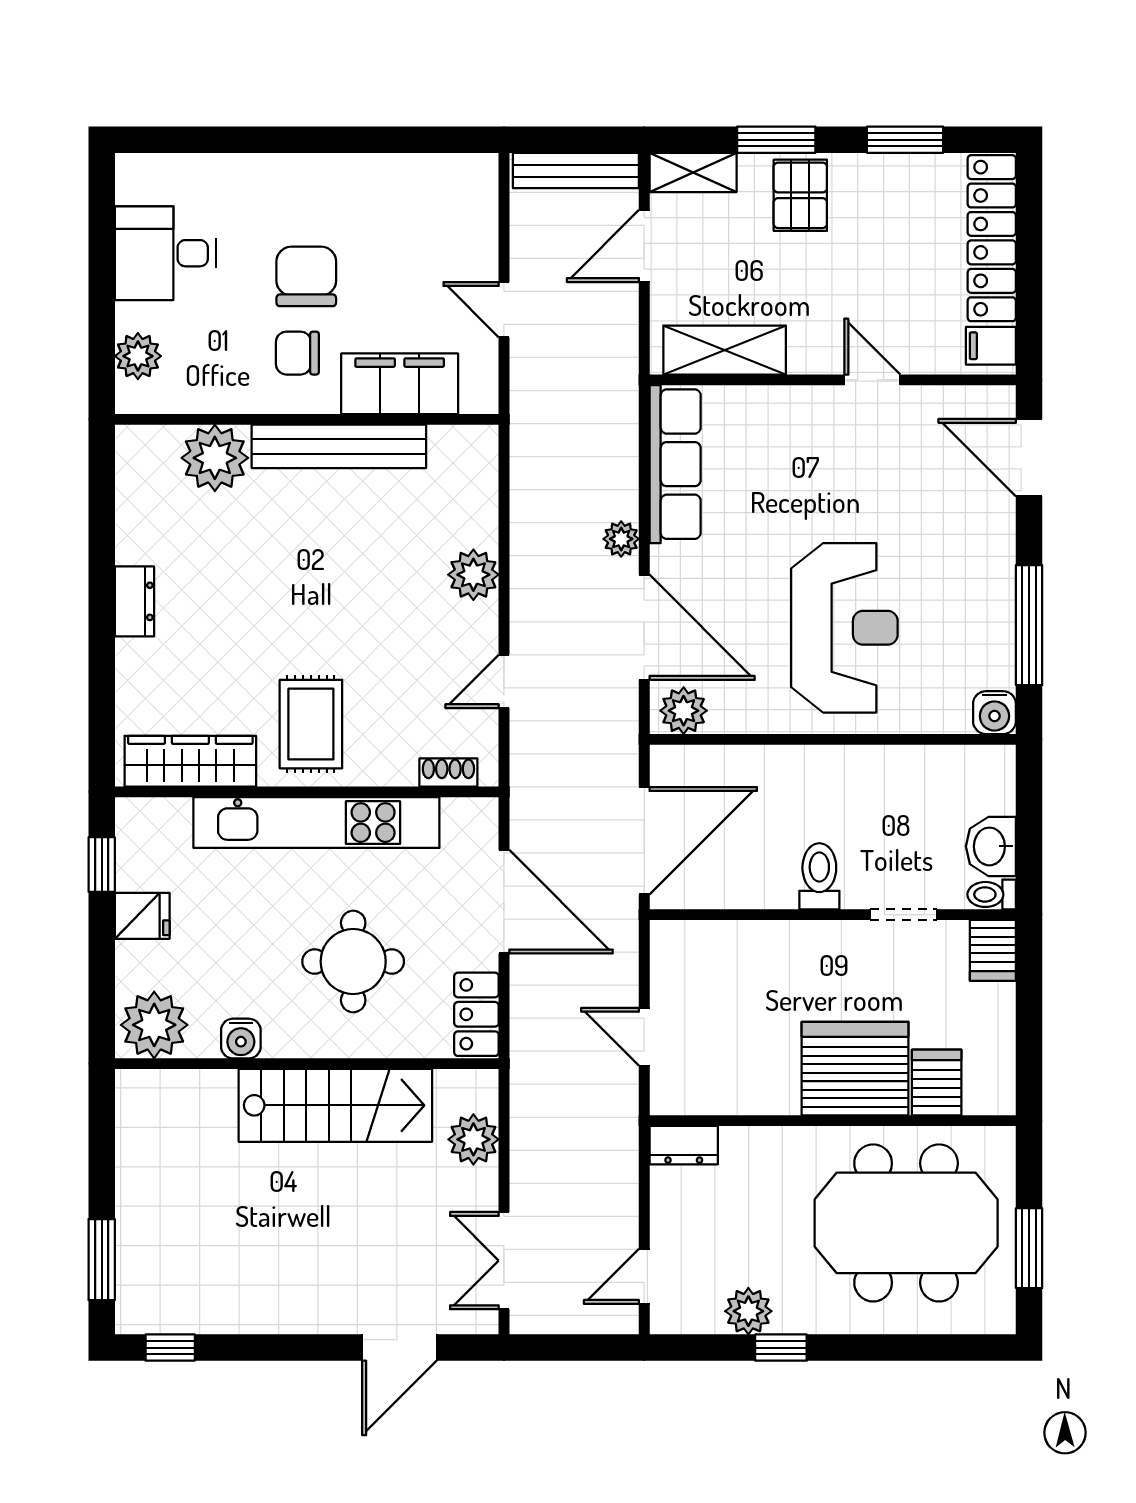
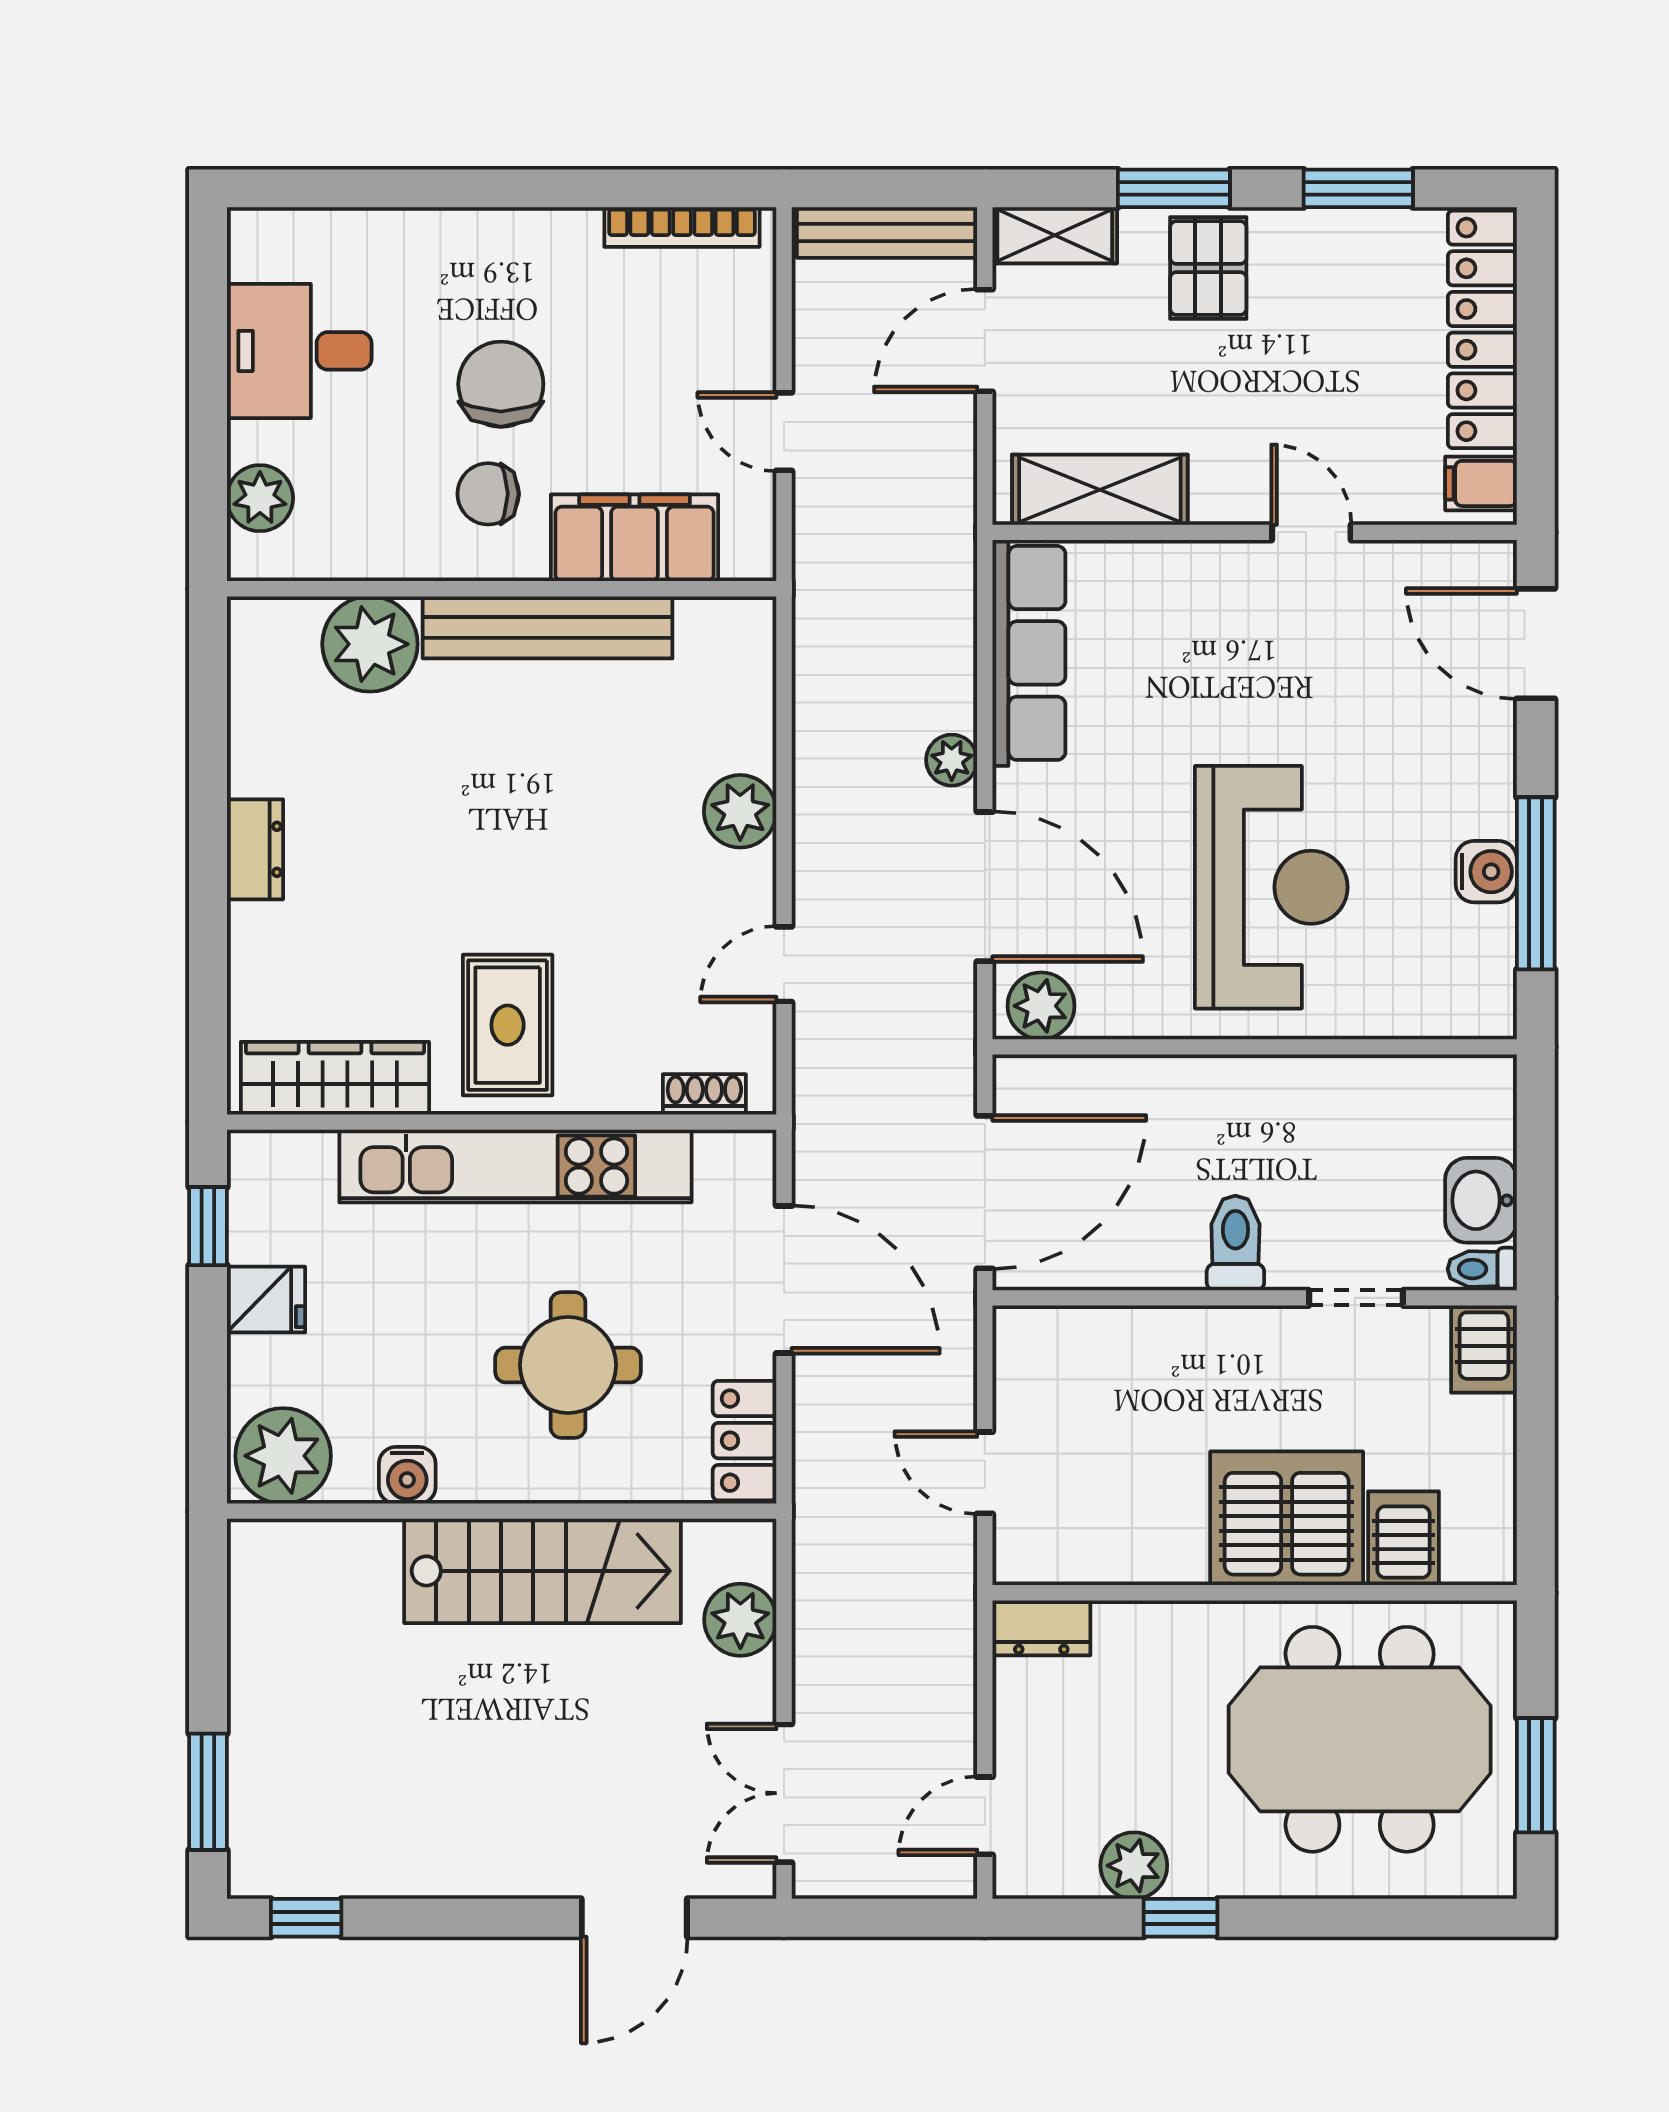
bookcase: (433, 167) -> (682, 227), added
water cooler: (994, 713) -> (1486, 872), moved, turned -90

